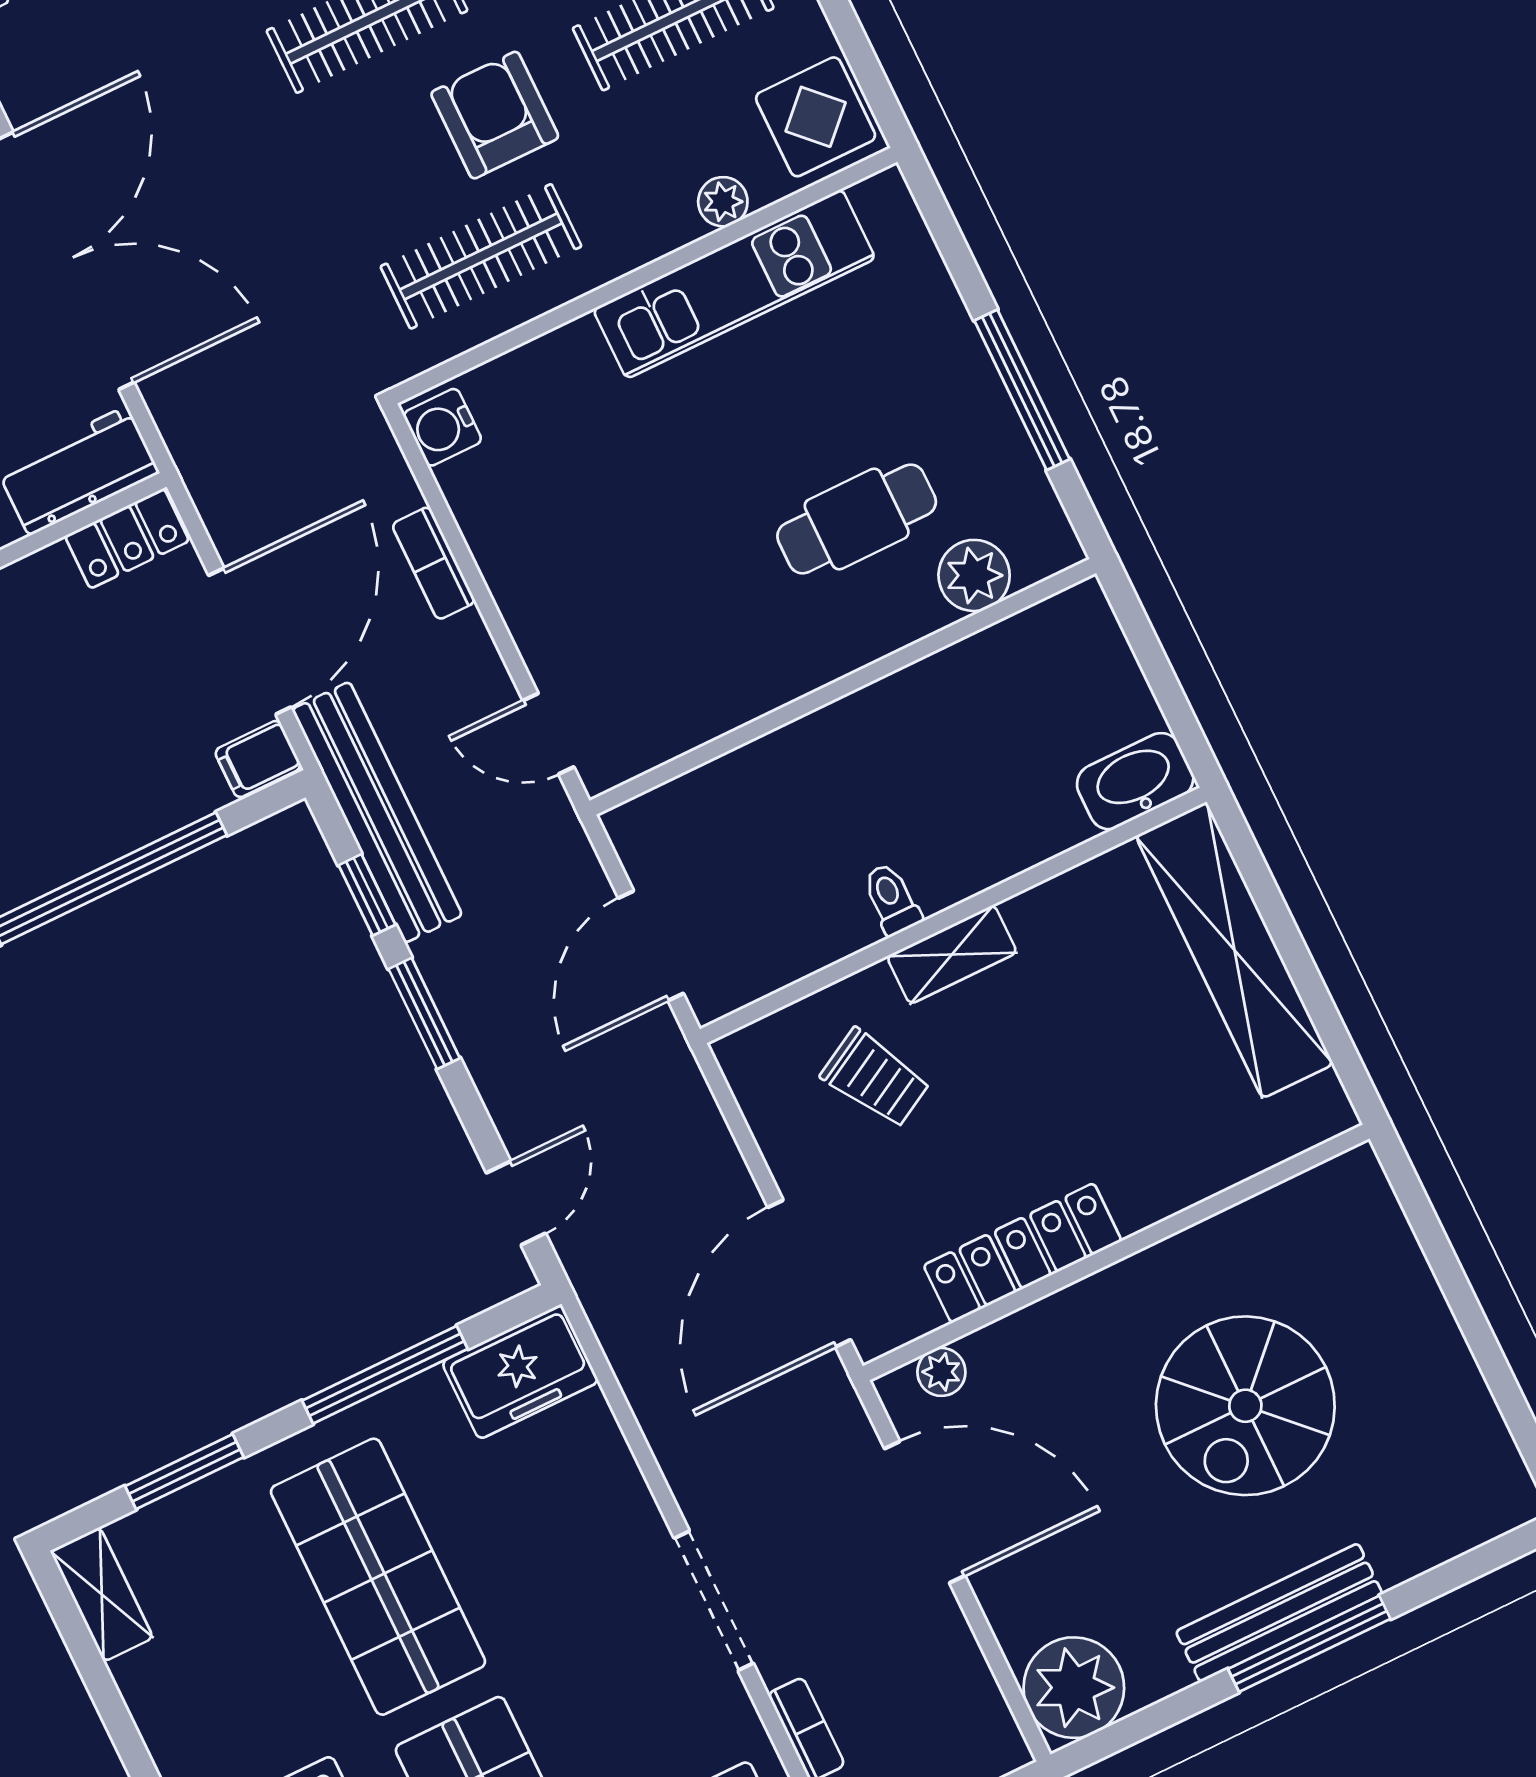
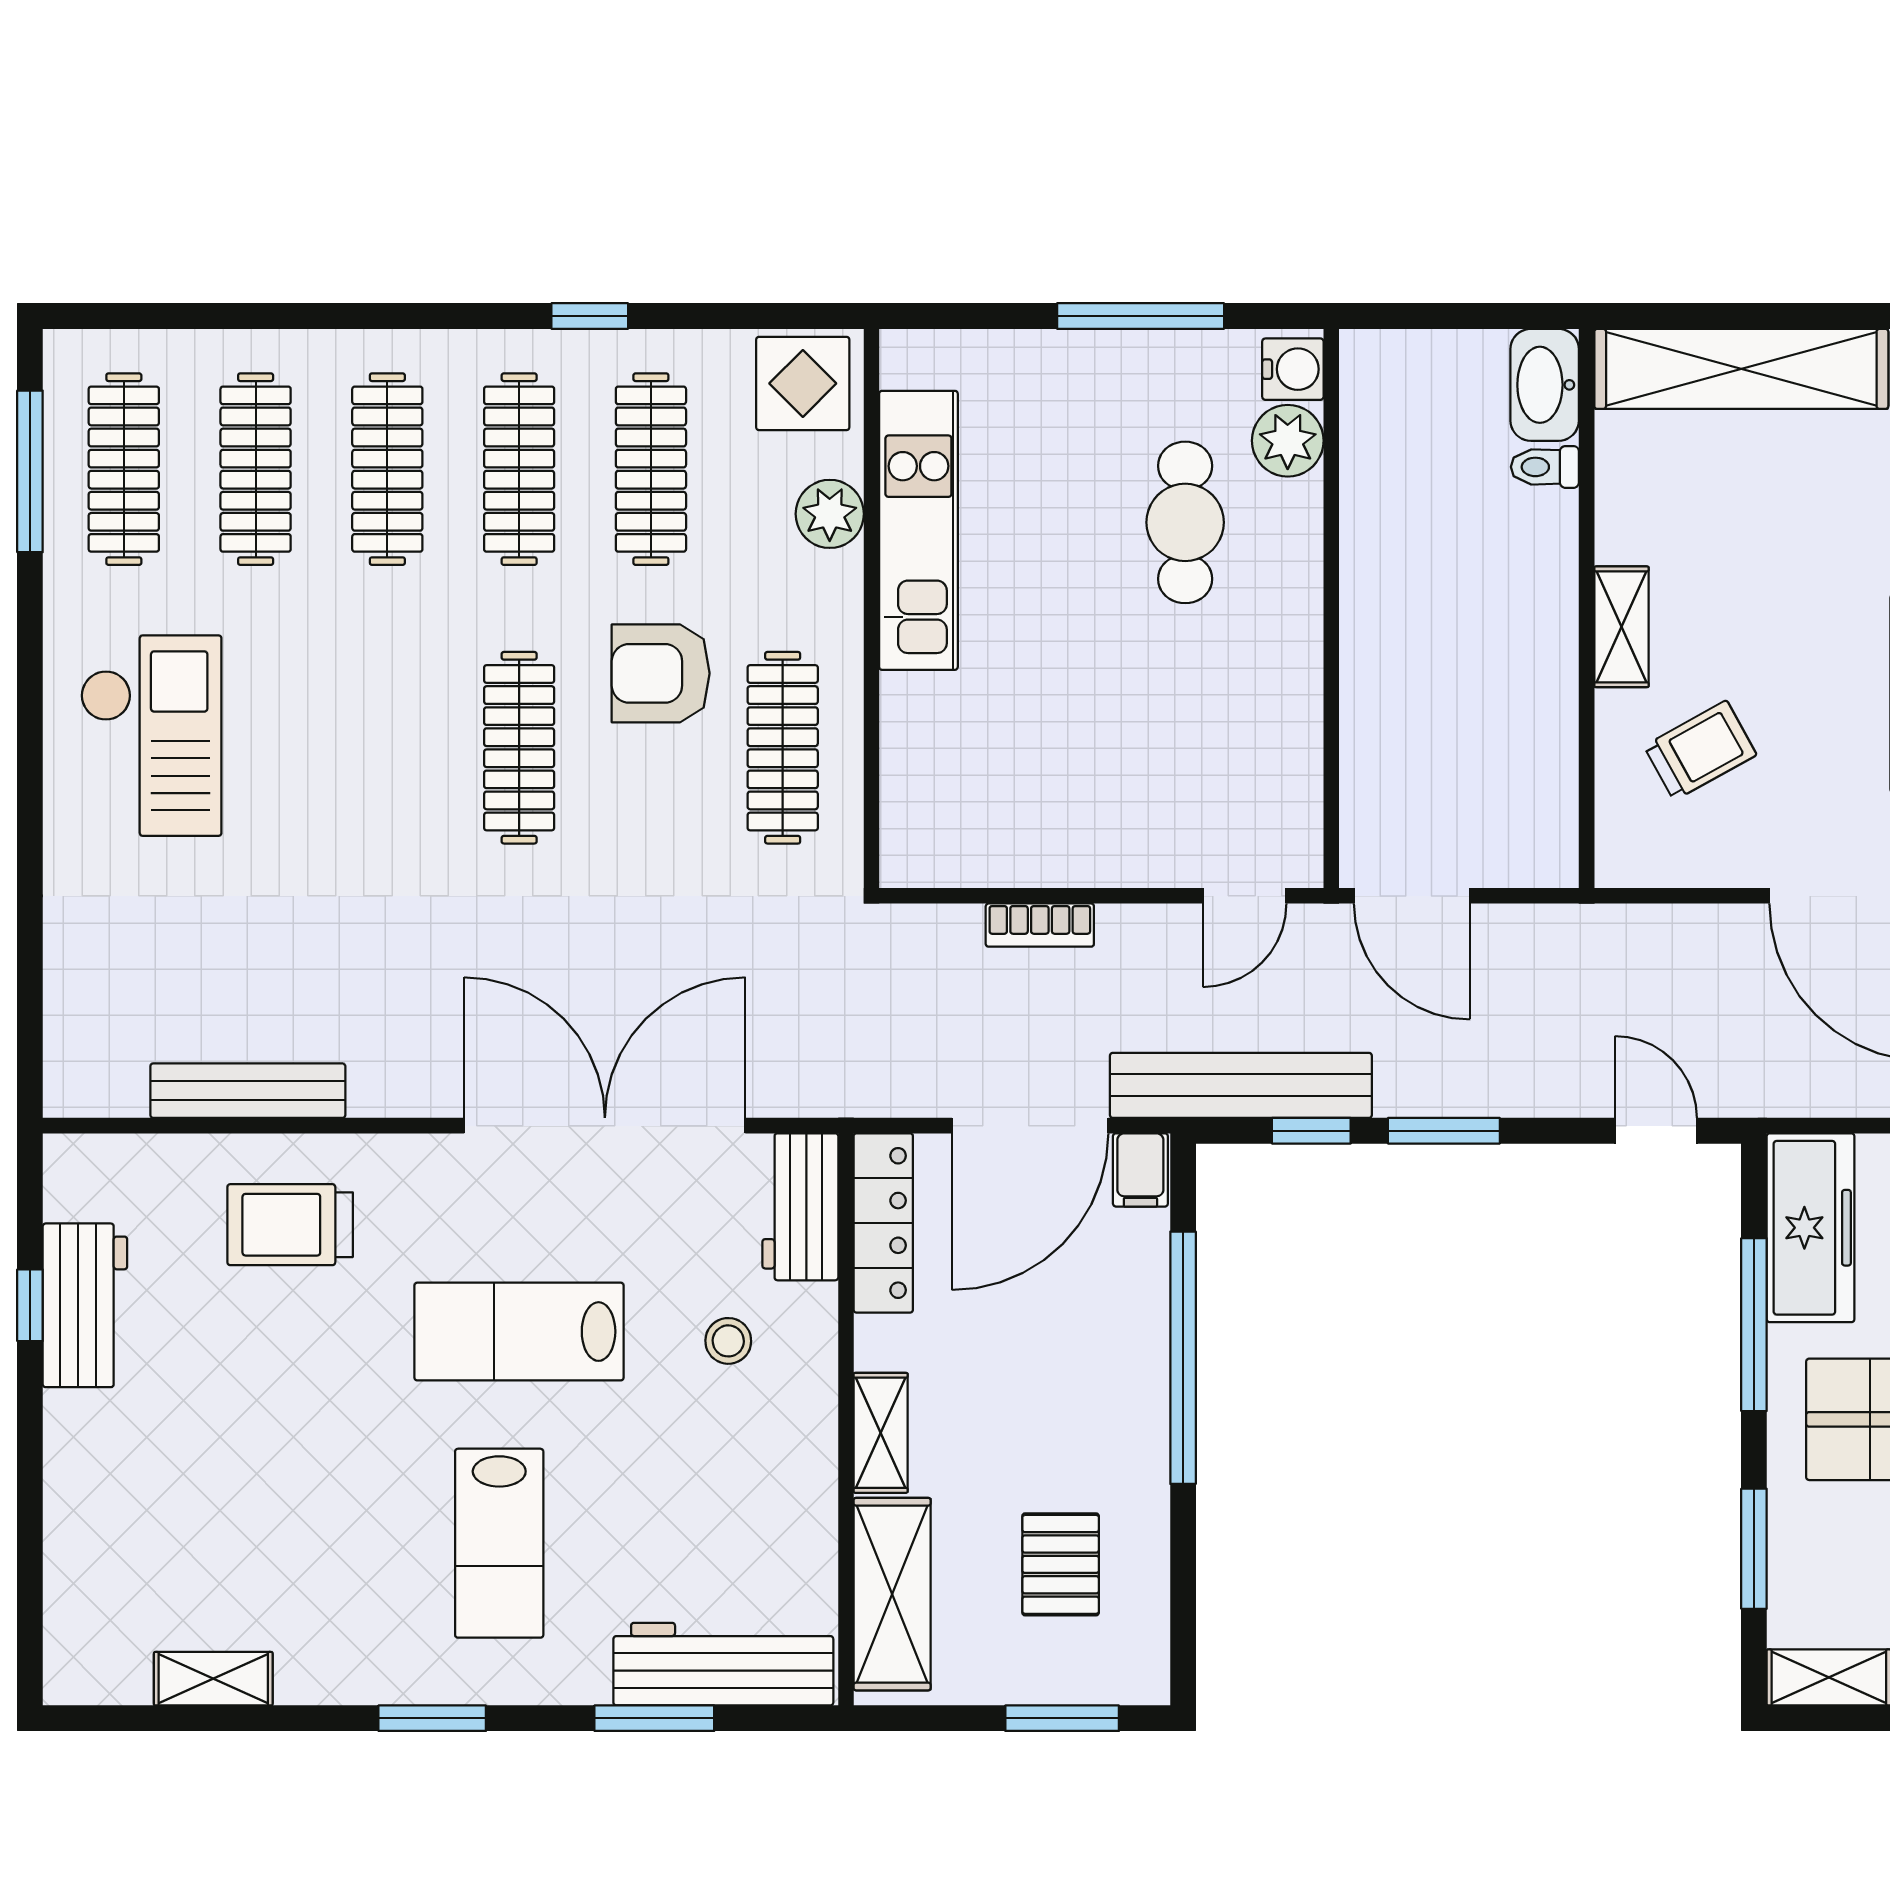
plant: (723, 202) -> (830, 514), width x1.38, depth x1.38
water cooler: (442, 427) -> (1293, 369), moved, turned -90
locker: (127, 539) -> (883, 1223), width x1.53
door: (250, 641) -> (1030, 1126), swing flipped
toilet: (892, 899) -> (1545, 467), moved
door: (651, 946) -> (1412, 896), moved
freezer: (520, 1372) -> (1811, 1228), width x1.40

